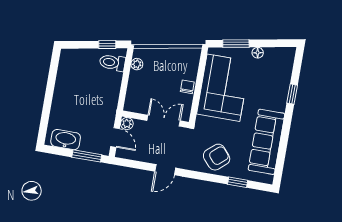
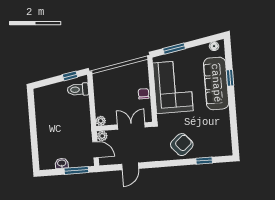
floor lamp: (258, 53) -> (214, 46), moved
plant: (137, 64) -> (101, 121), moved
washbasin: (66, 140) -> (62, 163), width x0.52, depth x0.69
sofa: (266, 142) -> (216, 83), moved
door: (165, 170) -> (130, 166), moved

